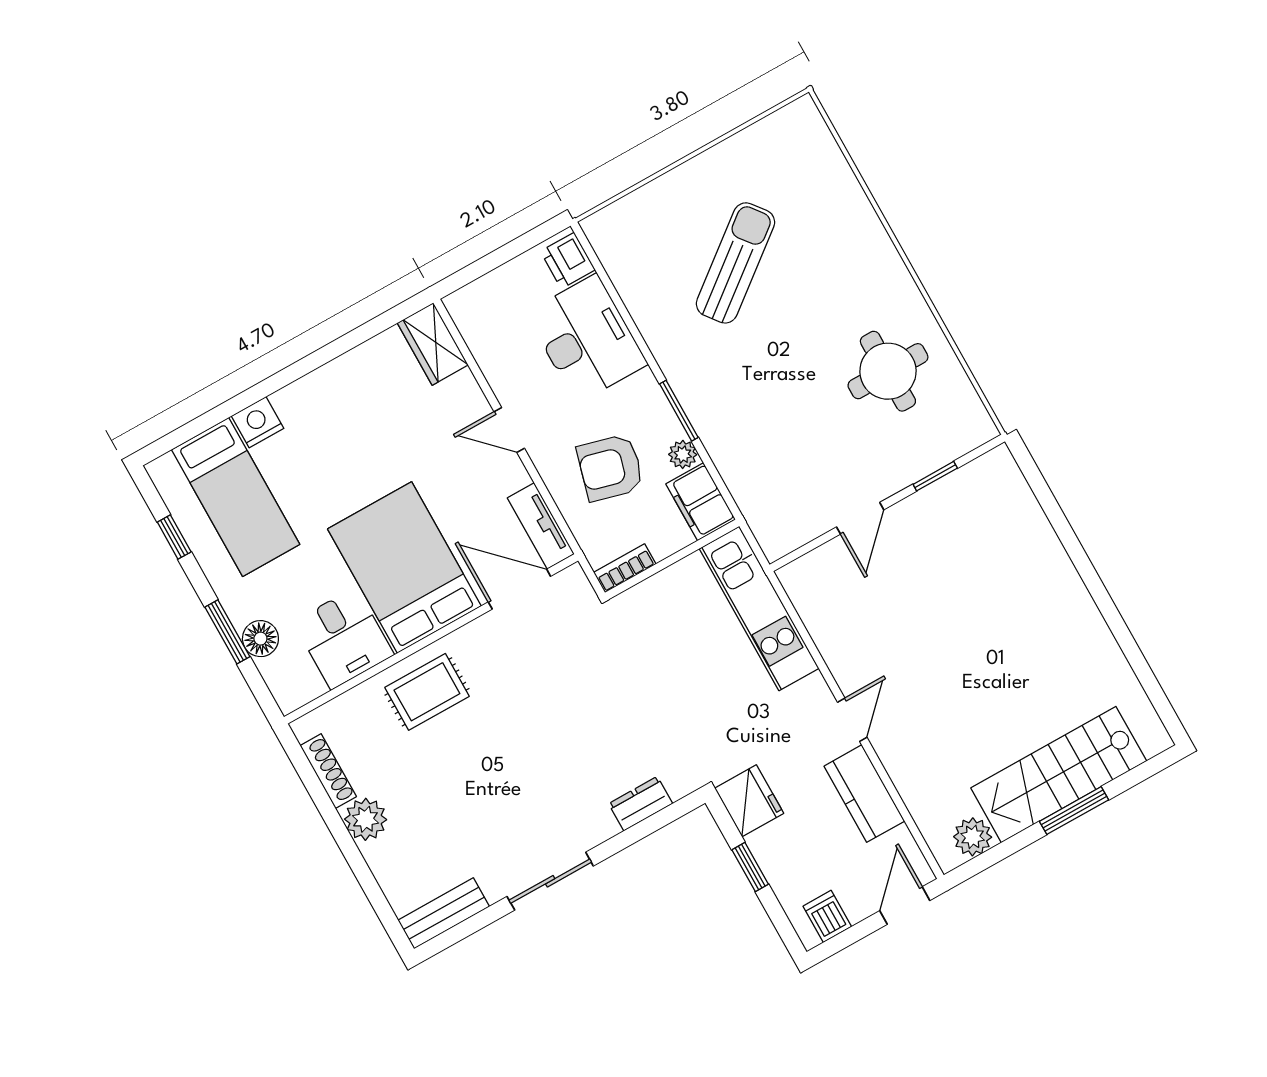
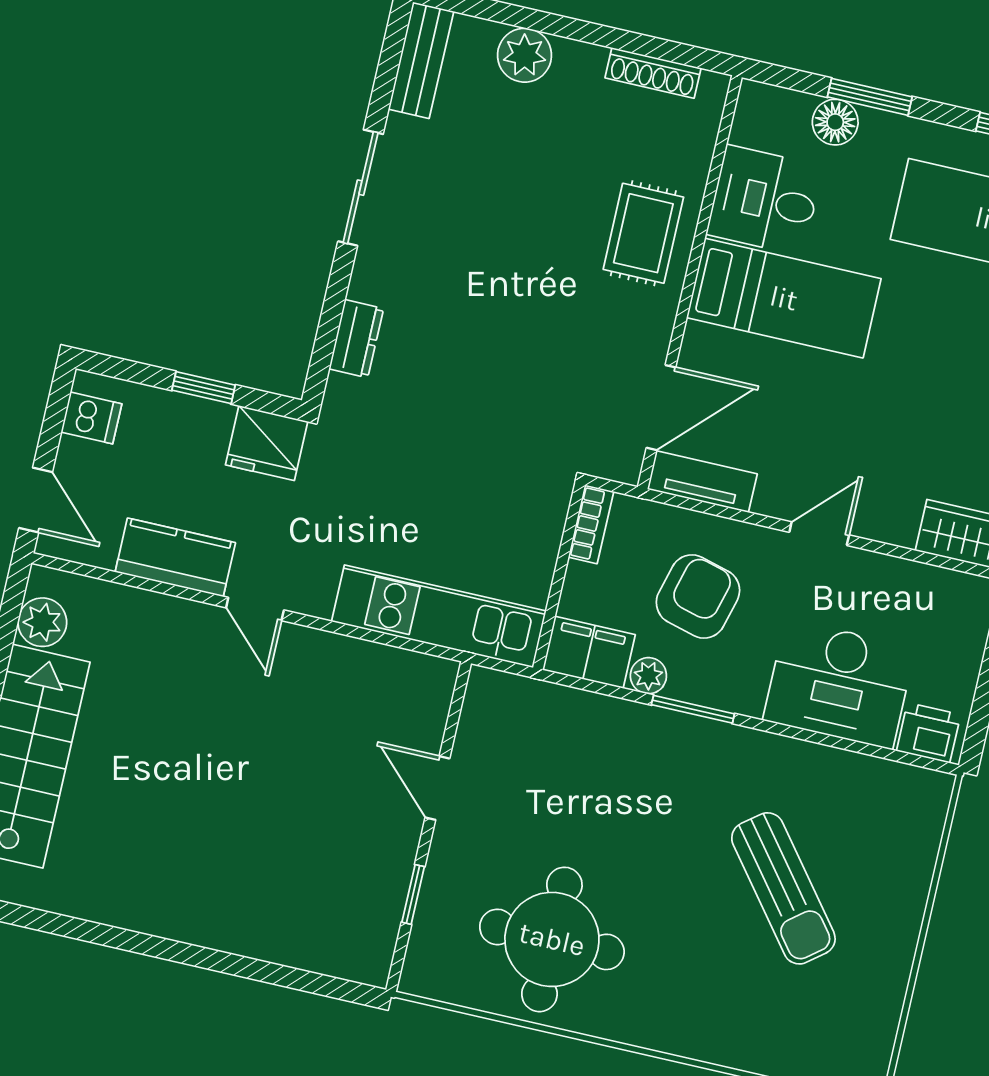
round table: (888, 371) -> (552, 939), width x1.36, depth x1.36
bed: (404, 568) -> (784, 298), width x0.67
plant: (366, 819) -> (525, 55), moved

